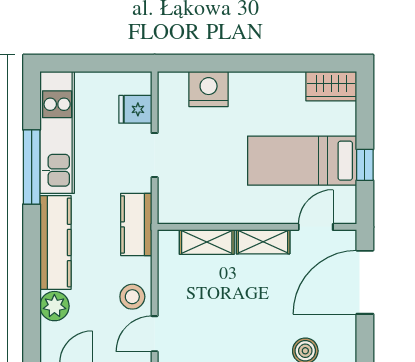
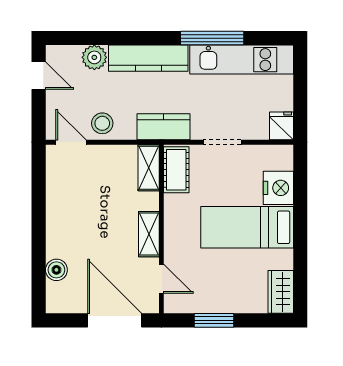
fridge: (135, 109) -> (281, 126), moved
bed: (302, 161) -> (247, 227), moved, turned -90
window: (365, 165) -> (214, 320), width x1.50
cot: (187, 209) -> (176, 170), added
shelving: (207, 242) -> (149, 168), moved

